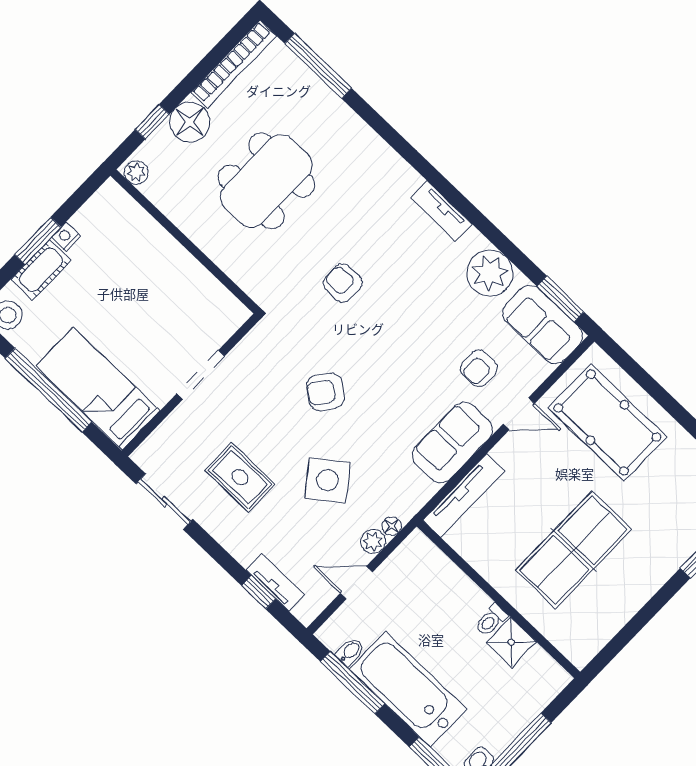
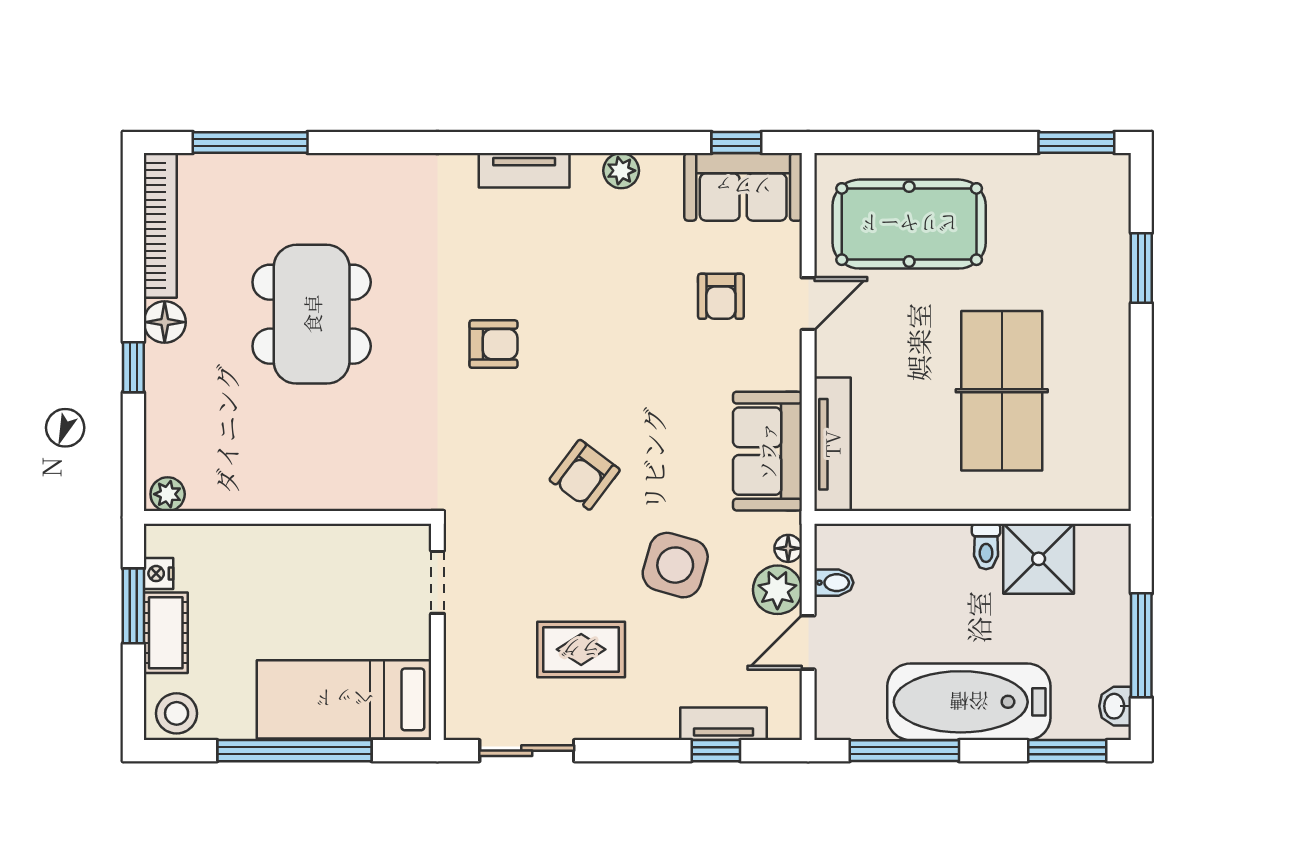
floor lamp: (190, 122) -> (165, 322), width x0.73, depth x0.73
plant: (136, 172) -> (168, 494), moved
wall: (185, 242) -> (287, 517), moved
plant: (490, 273) -> (621, 171), width x0.53, depth x0.53
armchair: (343, 283) -> (493, 344), turned 180
window: (560, 299) -> (736, 143), width x0.67
doorway: (201, 375) -> (437, 582), width x0.73
sofa: (452, 442) -> (767, 451), moved
side table: (327, 480) -> (675, 565), turned -37
plant: (373, 542) -> (777, 590), width x1.38, depth x1.38
shower: (511, 642) -> (1039, 559), width x1.36, depth x1.36
bidet: (350, 652) -> (834, 583), moved, turned 90

